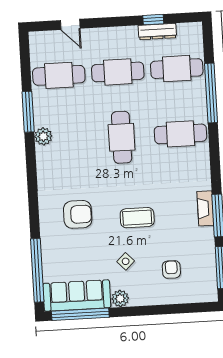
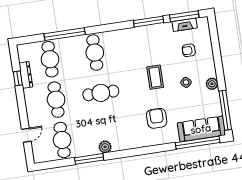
fireplace: (205, 208) -> (185, 25), moved
sofa: (77, 295) -> (201, 129), moved, turned 90

